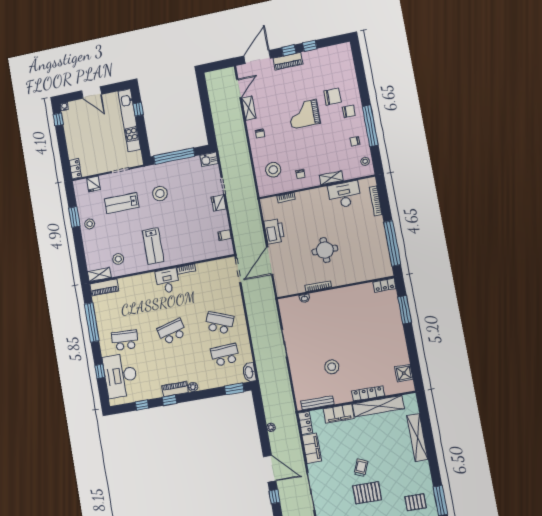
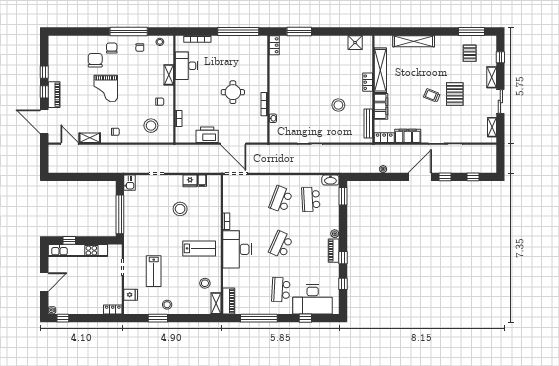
stool: (160, 194) -> (180, 209), moved
fridge: (219, 203) -> (190, 181), moved
desk: (167, 281) -> (237, 249), width x1.87, depth x1.30
school desk: (172, 332) -> (281, 244), turned 39
locker: (368, 393) -> (368, 82), width x0.66

